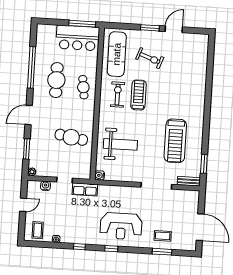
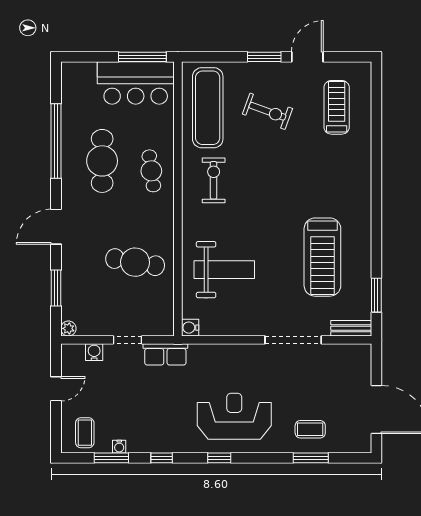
treadmill: (138, 95) -> (337, 107), moved
reception desk: (121, 226) -> (234, 416), turned 180
window: (51, 245) -> (111, 458), added

